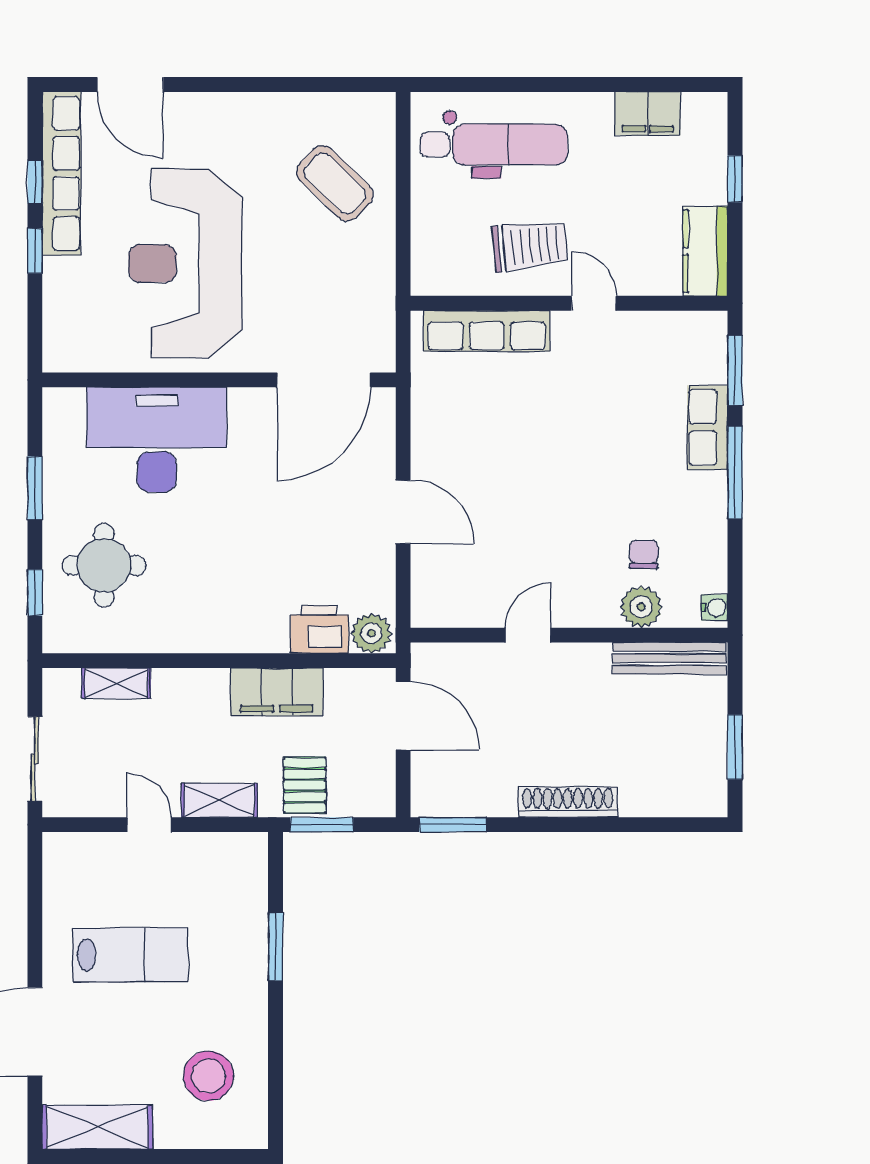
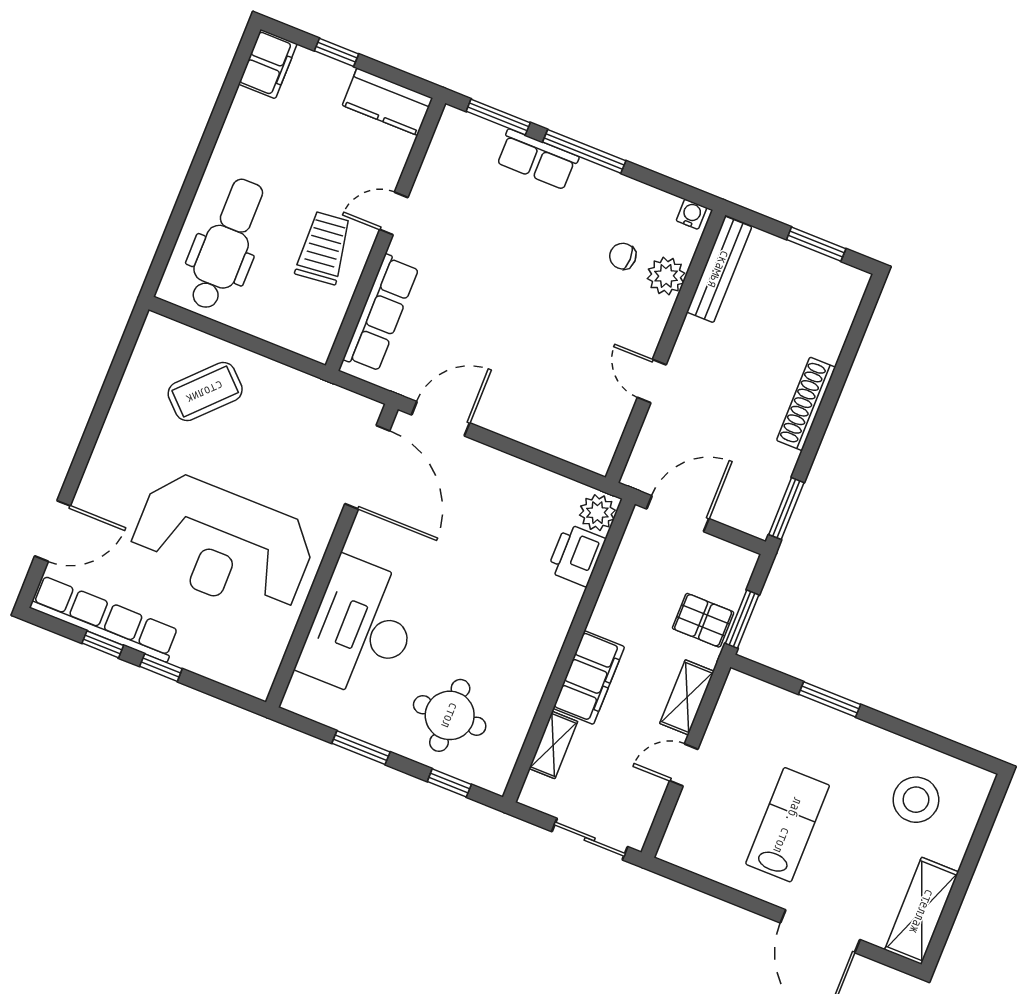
filing cabinet: (648, 114) -> (268, 64), moved
door: (403, 512) -> (441, 419), moved
filing cabinet: (277, 692) -> (589, 678), moved

